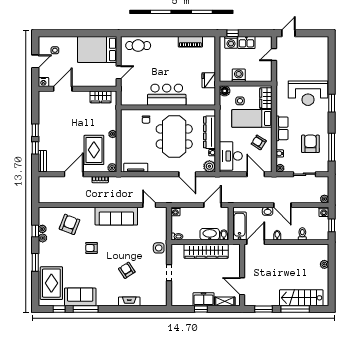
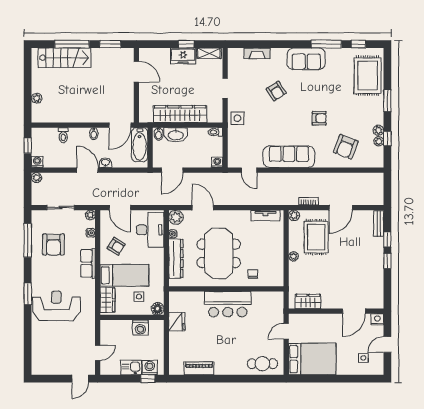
sofa: (80, 297) -> (306, 59), moved
fireplace: (129, 301) -> (257, 53), moved
shelving: (225, 301) -> (209, 53), moved

